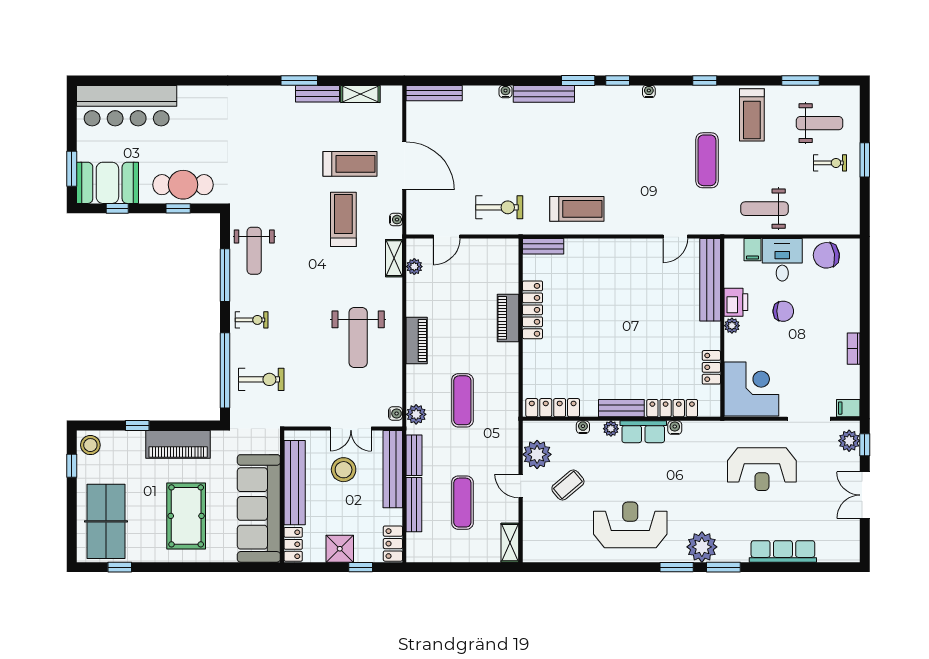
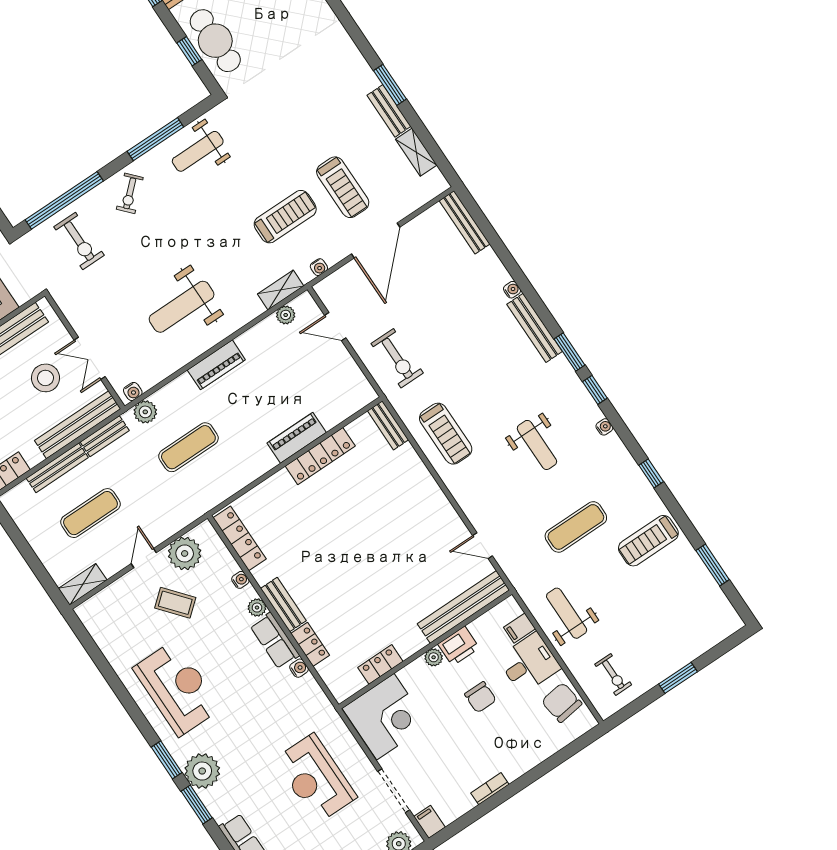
weight bench: (820, 123) -> (537, 445), moved
exercise bike: (830, 163) -> (613, 674), moved
exercise bike: (252, 320) -> (130, 193), turned 47
locker: (672, 408) -> (310, 644), width x0.66

